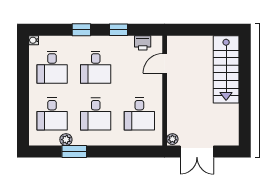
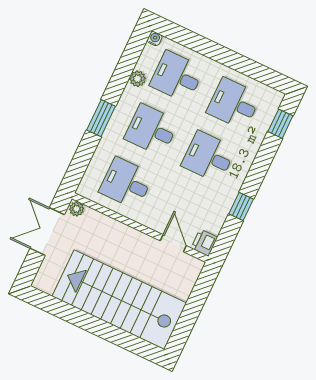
window: (81, 30) -> (280, 124), moved
water cooler: (34, 40) -> (155, 39), moved
printer: (143, 43) -> (204, 243), moved
stairs: (226, 69) -> (119, 300), width x1.36, depth x1.51
window: (74, 151) -> (101, 118), moved

